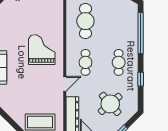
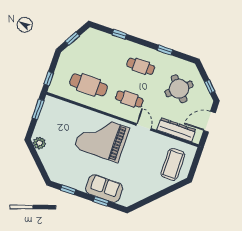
window: (141, 33) -> (119, 34), width x0.32
grand piano: (42, 50) -> (102, 138), width x1.37, depth x1.48

